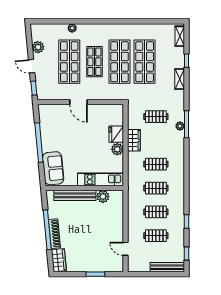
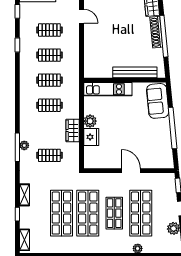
plant: (103, 196) -> (105, 71), removed

